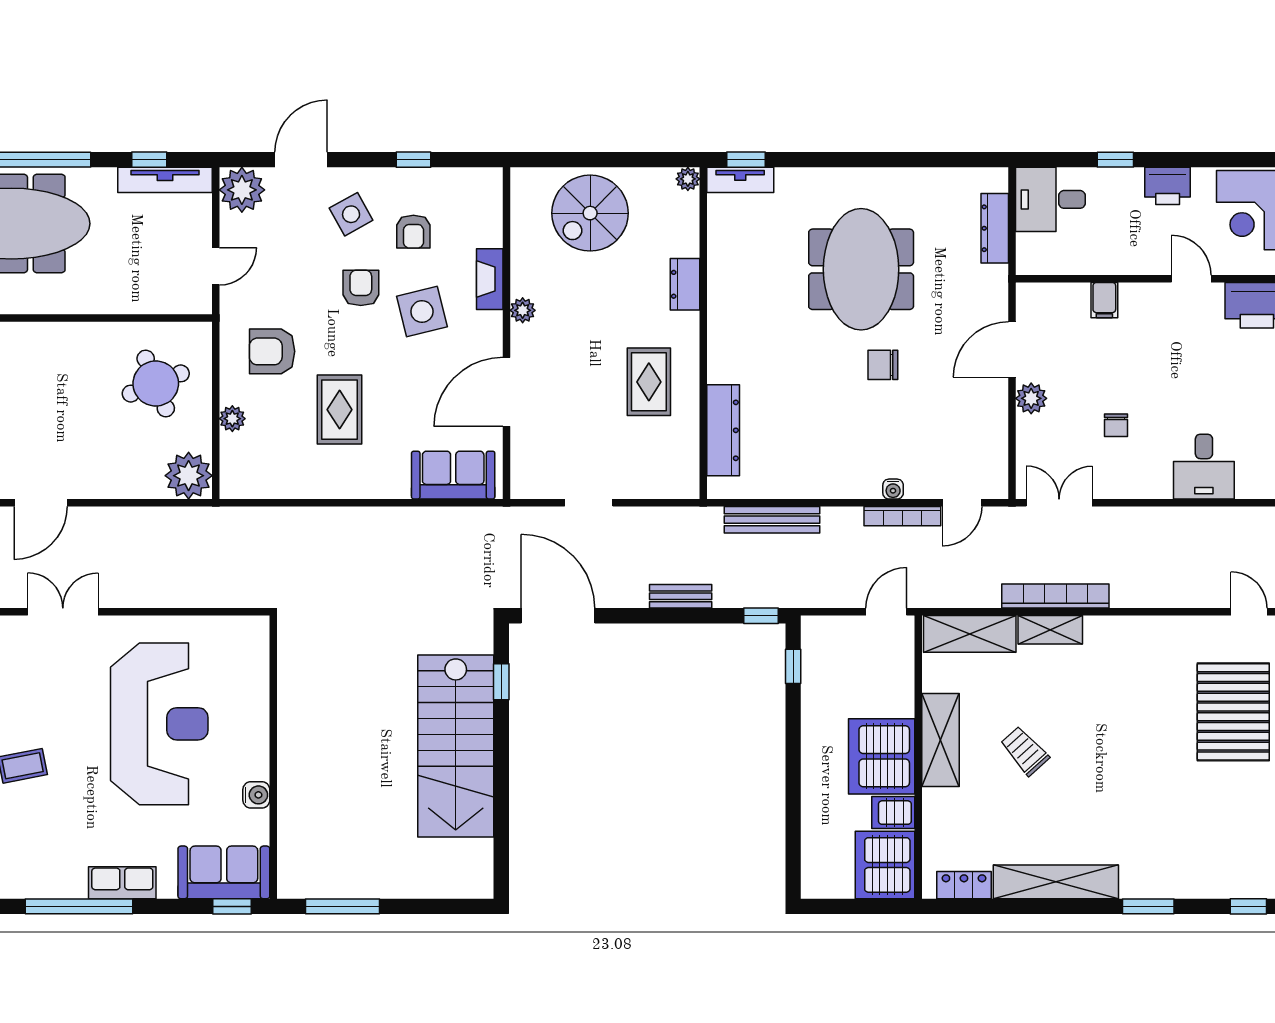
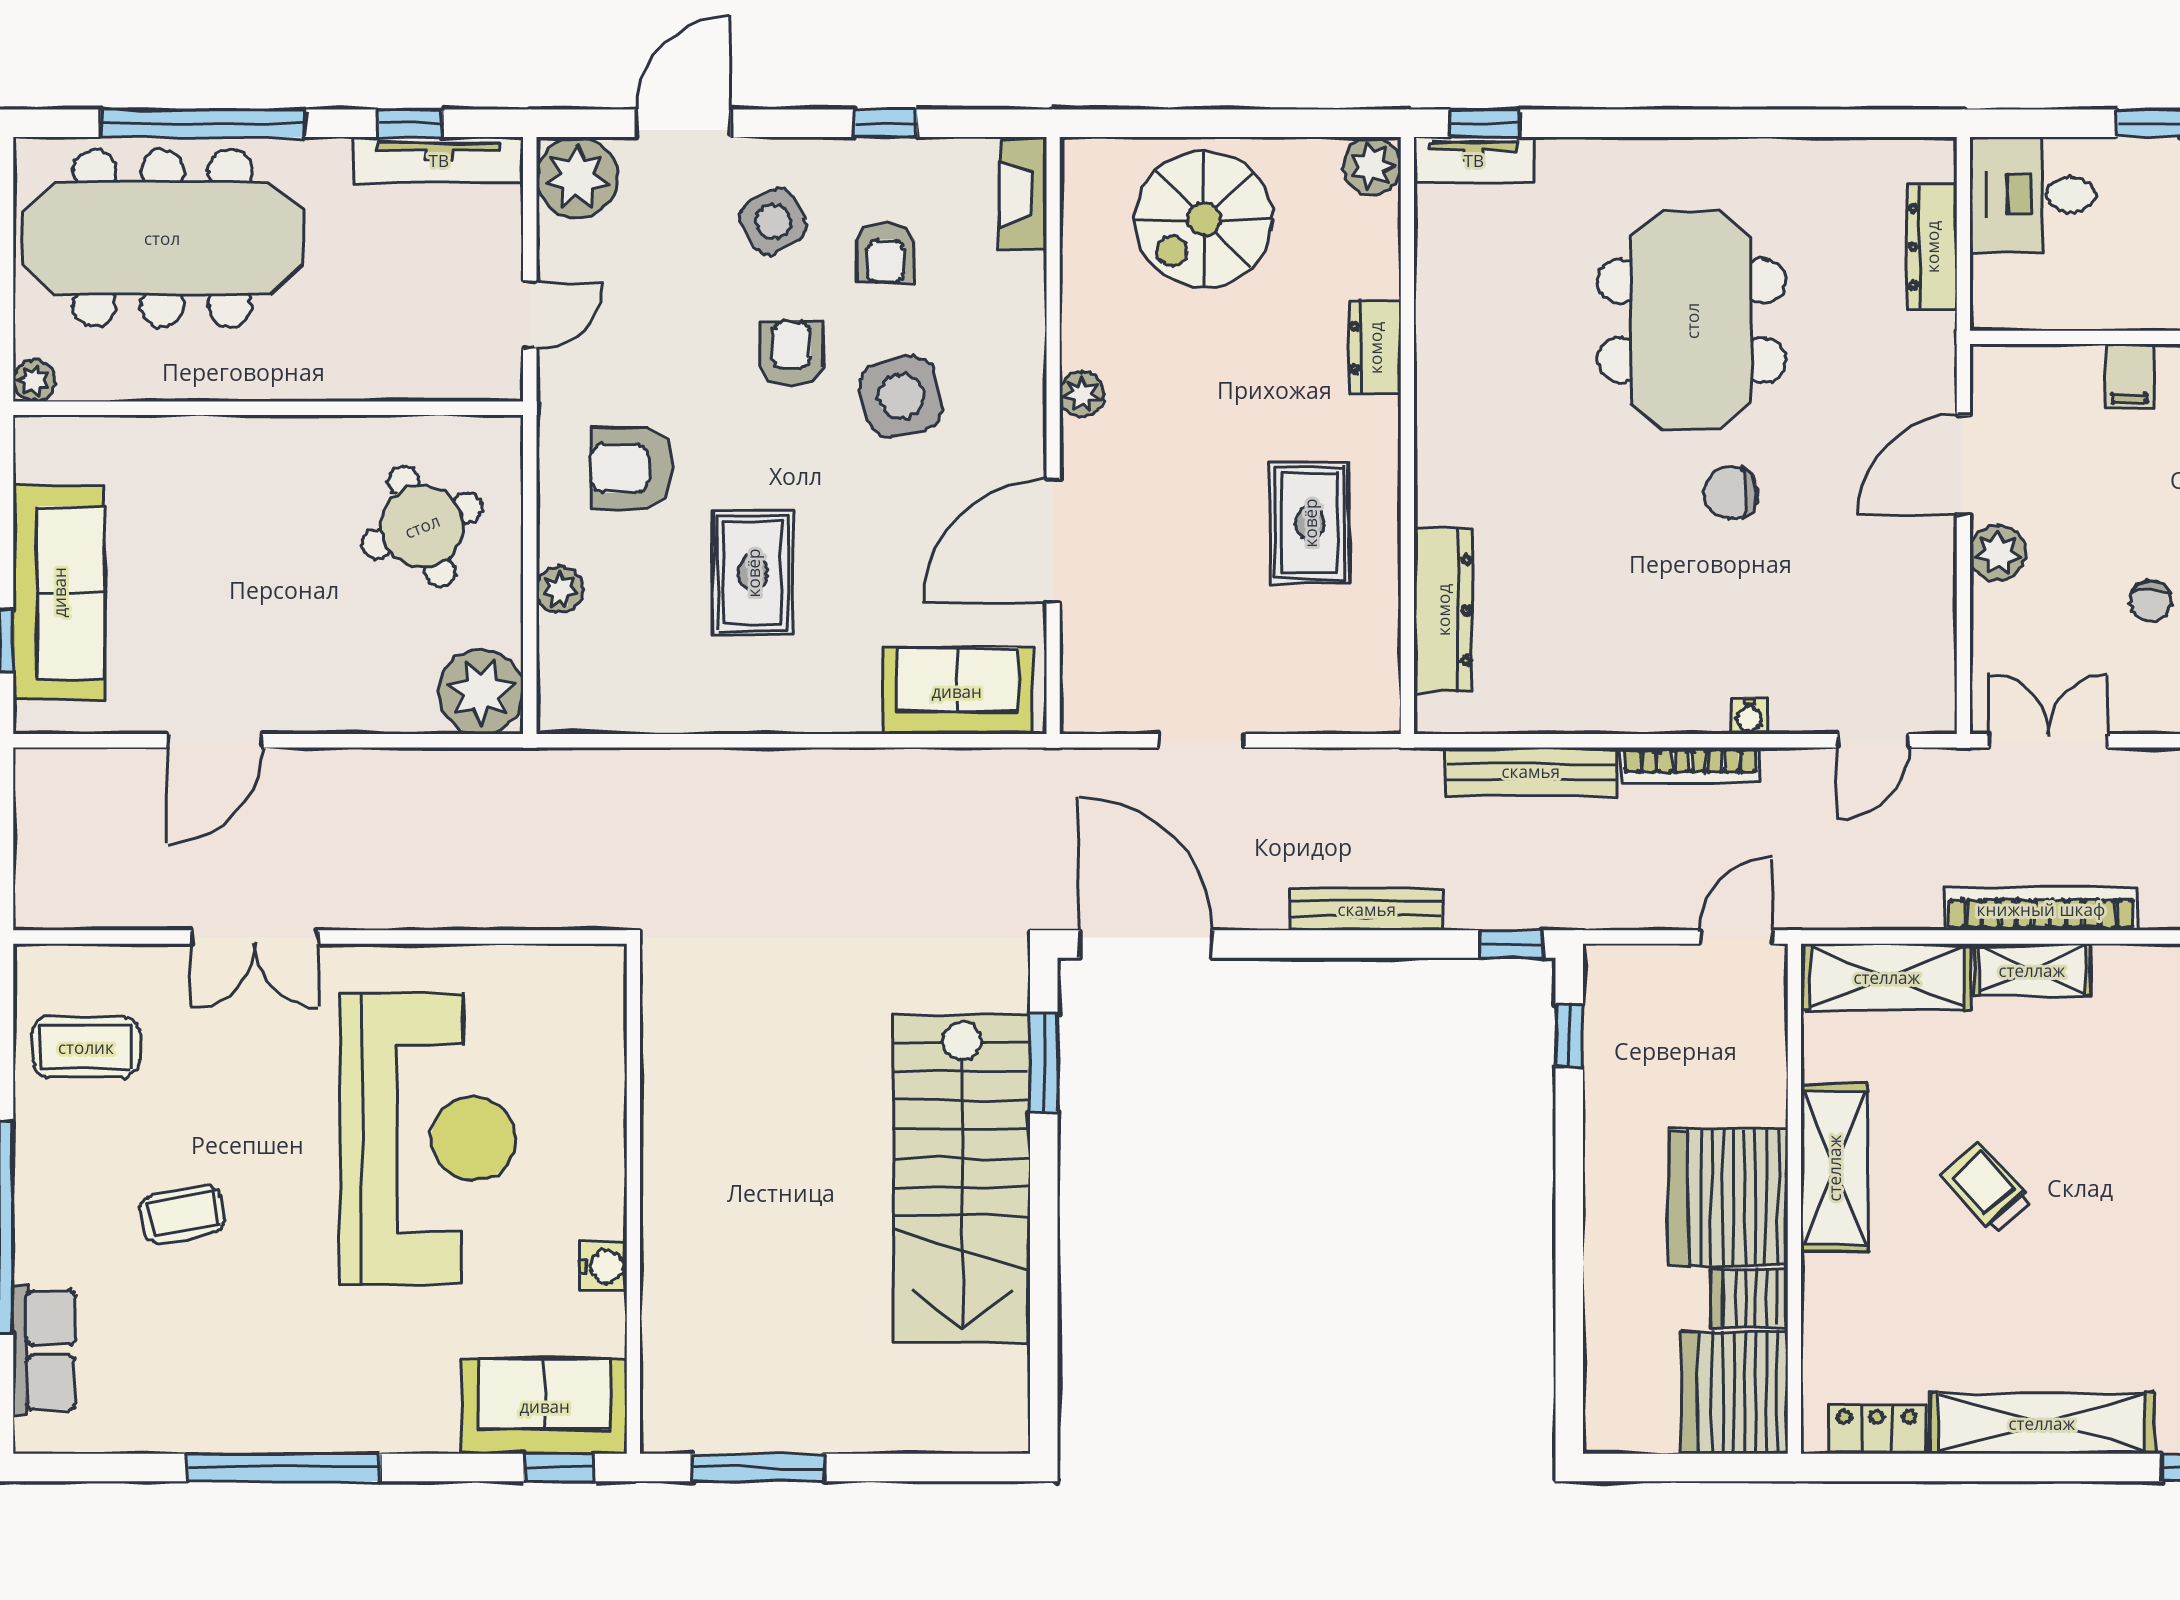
plant: (688, 179) -> (1372, 166), width x1.38, depth x1.38
fireplace: (490, 279) -> (1023, 194), moved
bookcase: (902, 516) -> (1690, 765), moved
bench: (681, 596) -> (1367, 909), width x1.36
double door: (63, 612) -> (255, 937), swing flipped
window: (501, 682) -> (1044, 1063), width x1.50
row of seats: (122, 883) -> (362, 1425), removed

